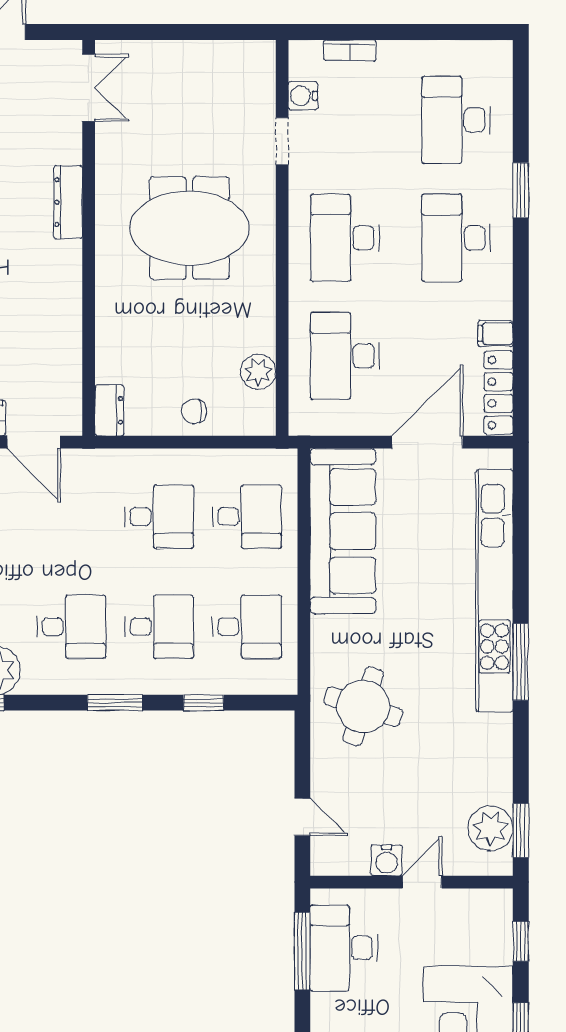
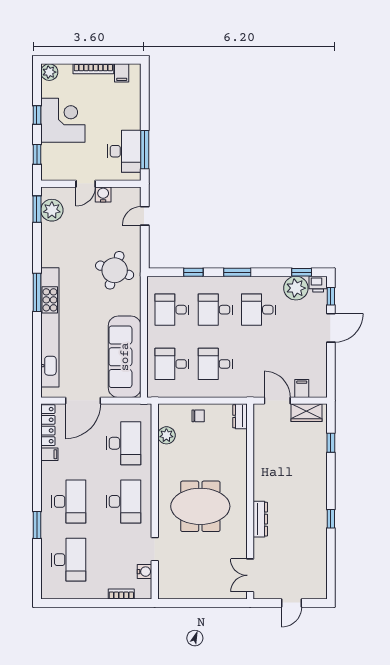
door: (302, 817) -> (145, 216), hinge flipped

